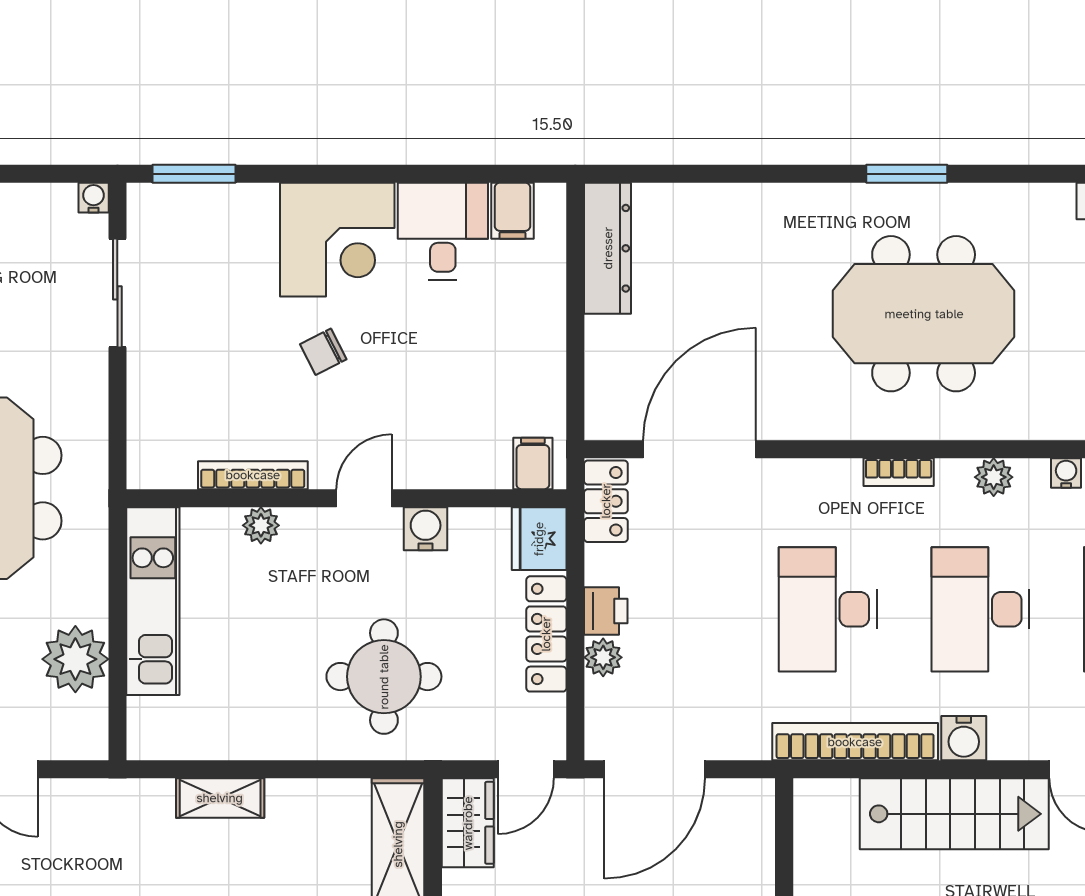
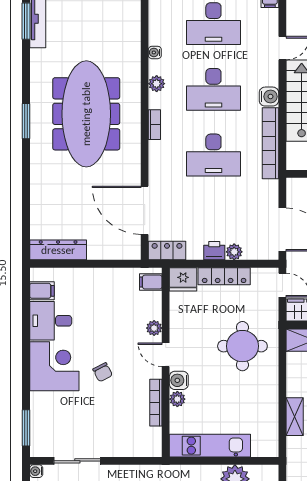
meeting table: (924, 314) -> (86, 114), width x1.36
plant: (426, 471) -> (154, 328), added
water cooler: (426, 529) -> (179, 380), moved

